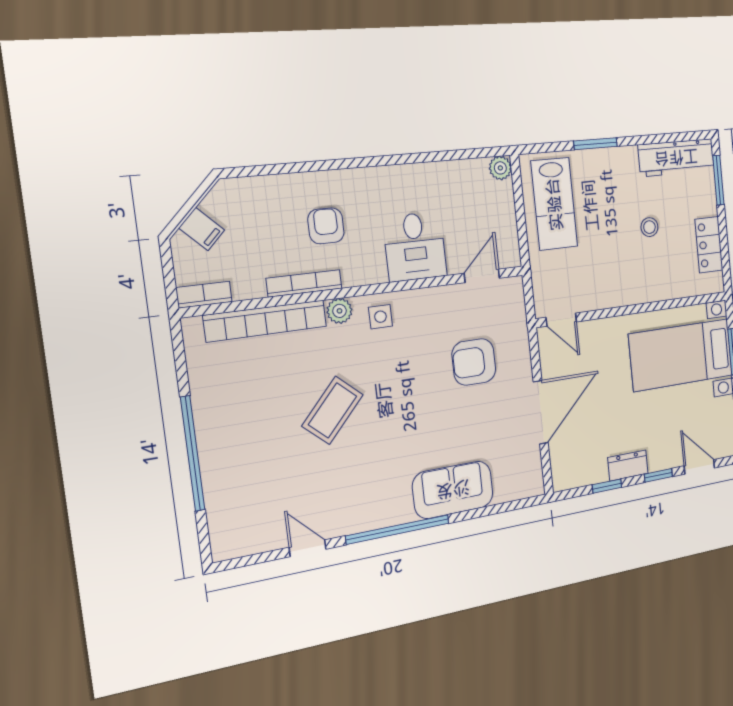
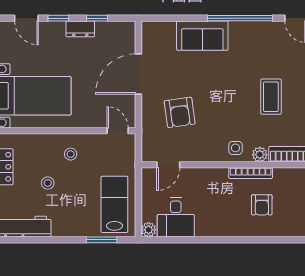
window: (595, 144) -> (102, 240), moved
desk: (415, 247) -> (176, 217), moved, turned 180
stool: (623, 275) -> (71, 154), added
bookcase: (304, 283) -> (251, 173), moved
armchair: (474, 362) -> (180, 112), turned 82
coffee table: (333, 410) -> (271, 97), turned -42

